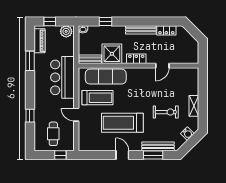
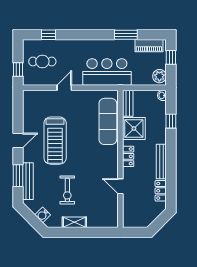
treadmill: (97, 98) -> (84, 112), removed
window: (30, 116) -> (49, 35), moved
treadmill: (122, 123) -> (55, 141), turned 180

